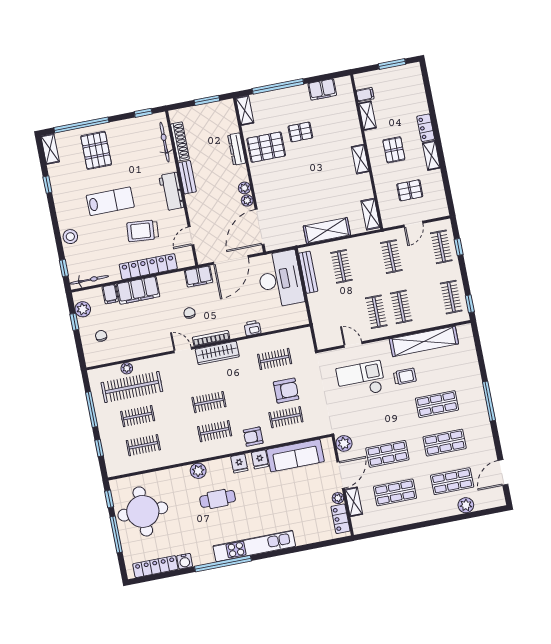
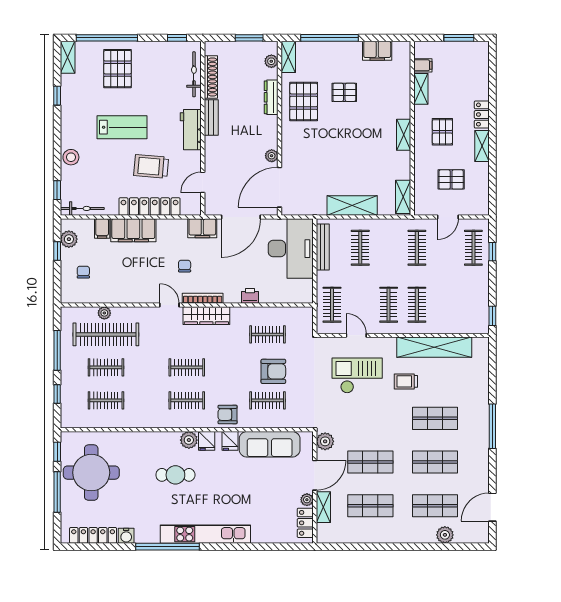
pallet: (266, 147) -> (304, 102), turned 90
plant: (244, 188) -> (271, 61), moved
clothes rail: (451, 297) -> (332, 305), moved
trolley: (405, 376) -> (406, 381), turned 180
plant: (198, 471) -> (189, 440), moved

